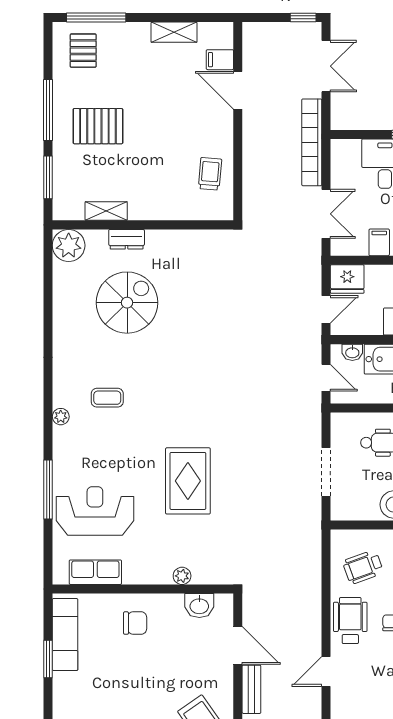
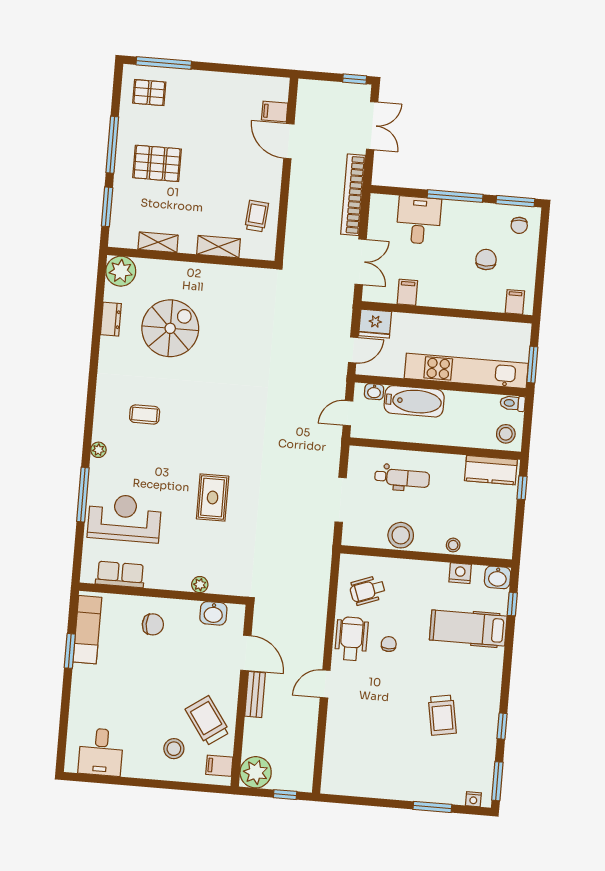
shelving: (174, 32) -> (219, 247), moved
pallet: (83, 51) -> (149, 93), turned 90
dresser: (127, 239) -> (111, 319), moved, turned -90
door: (326, 378) -> (348, 413), swing flipped
plant: (61, 417) -> (98, 450), moved
rug: (188, 481) -> (213, 498), width x0.73, depth x0.70

